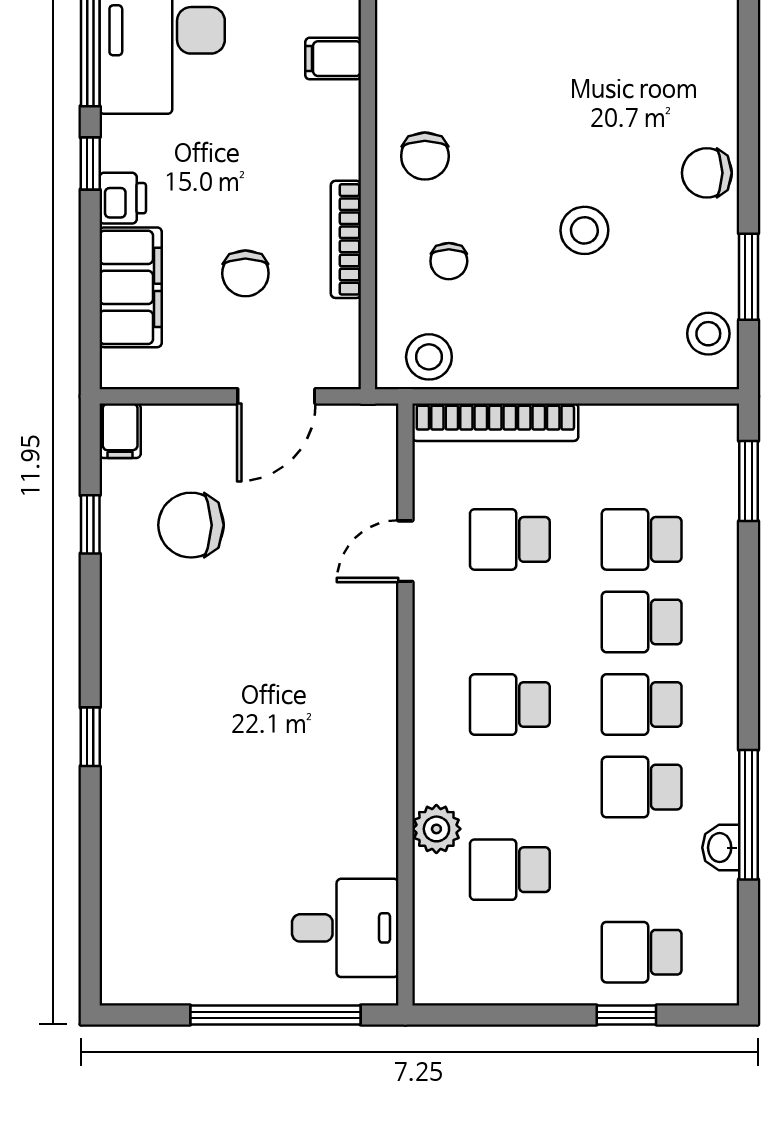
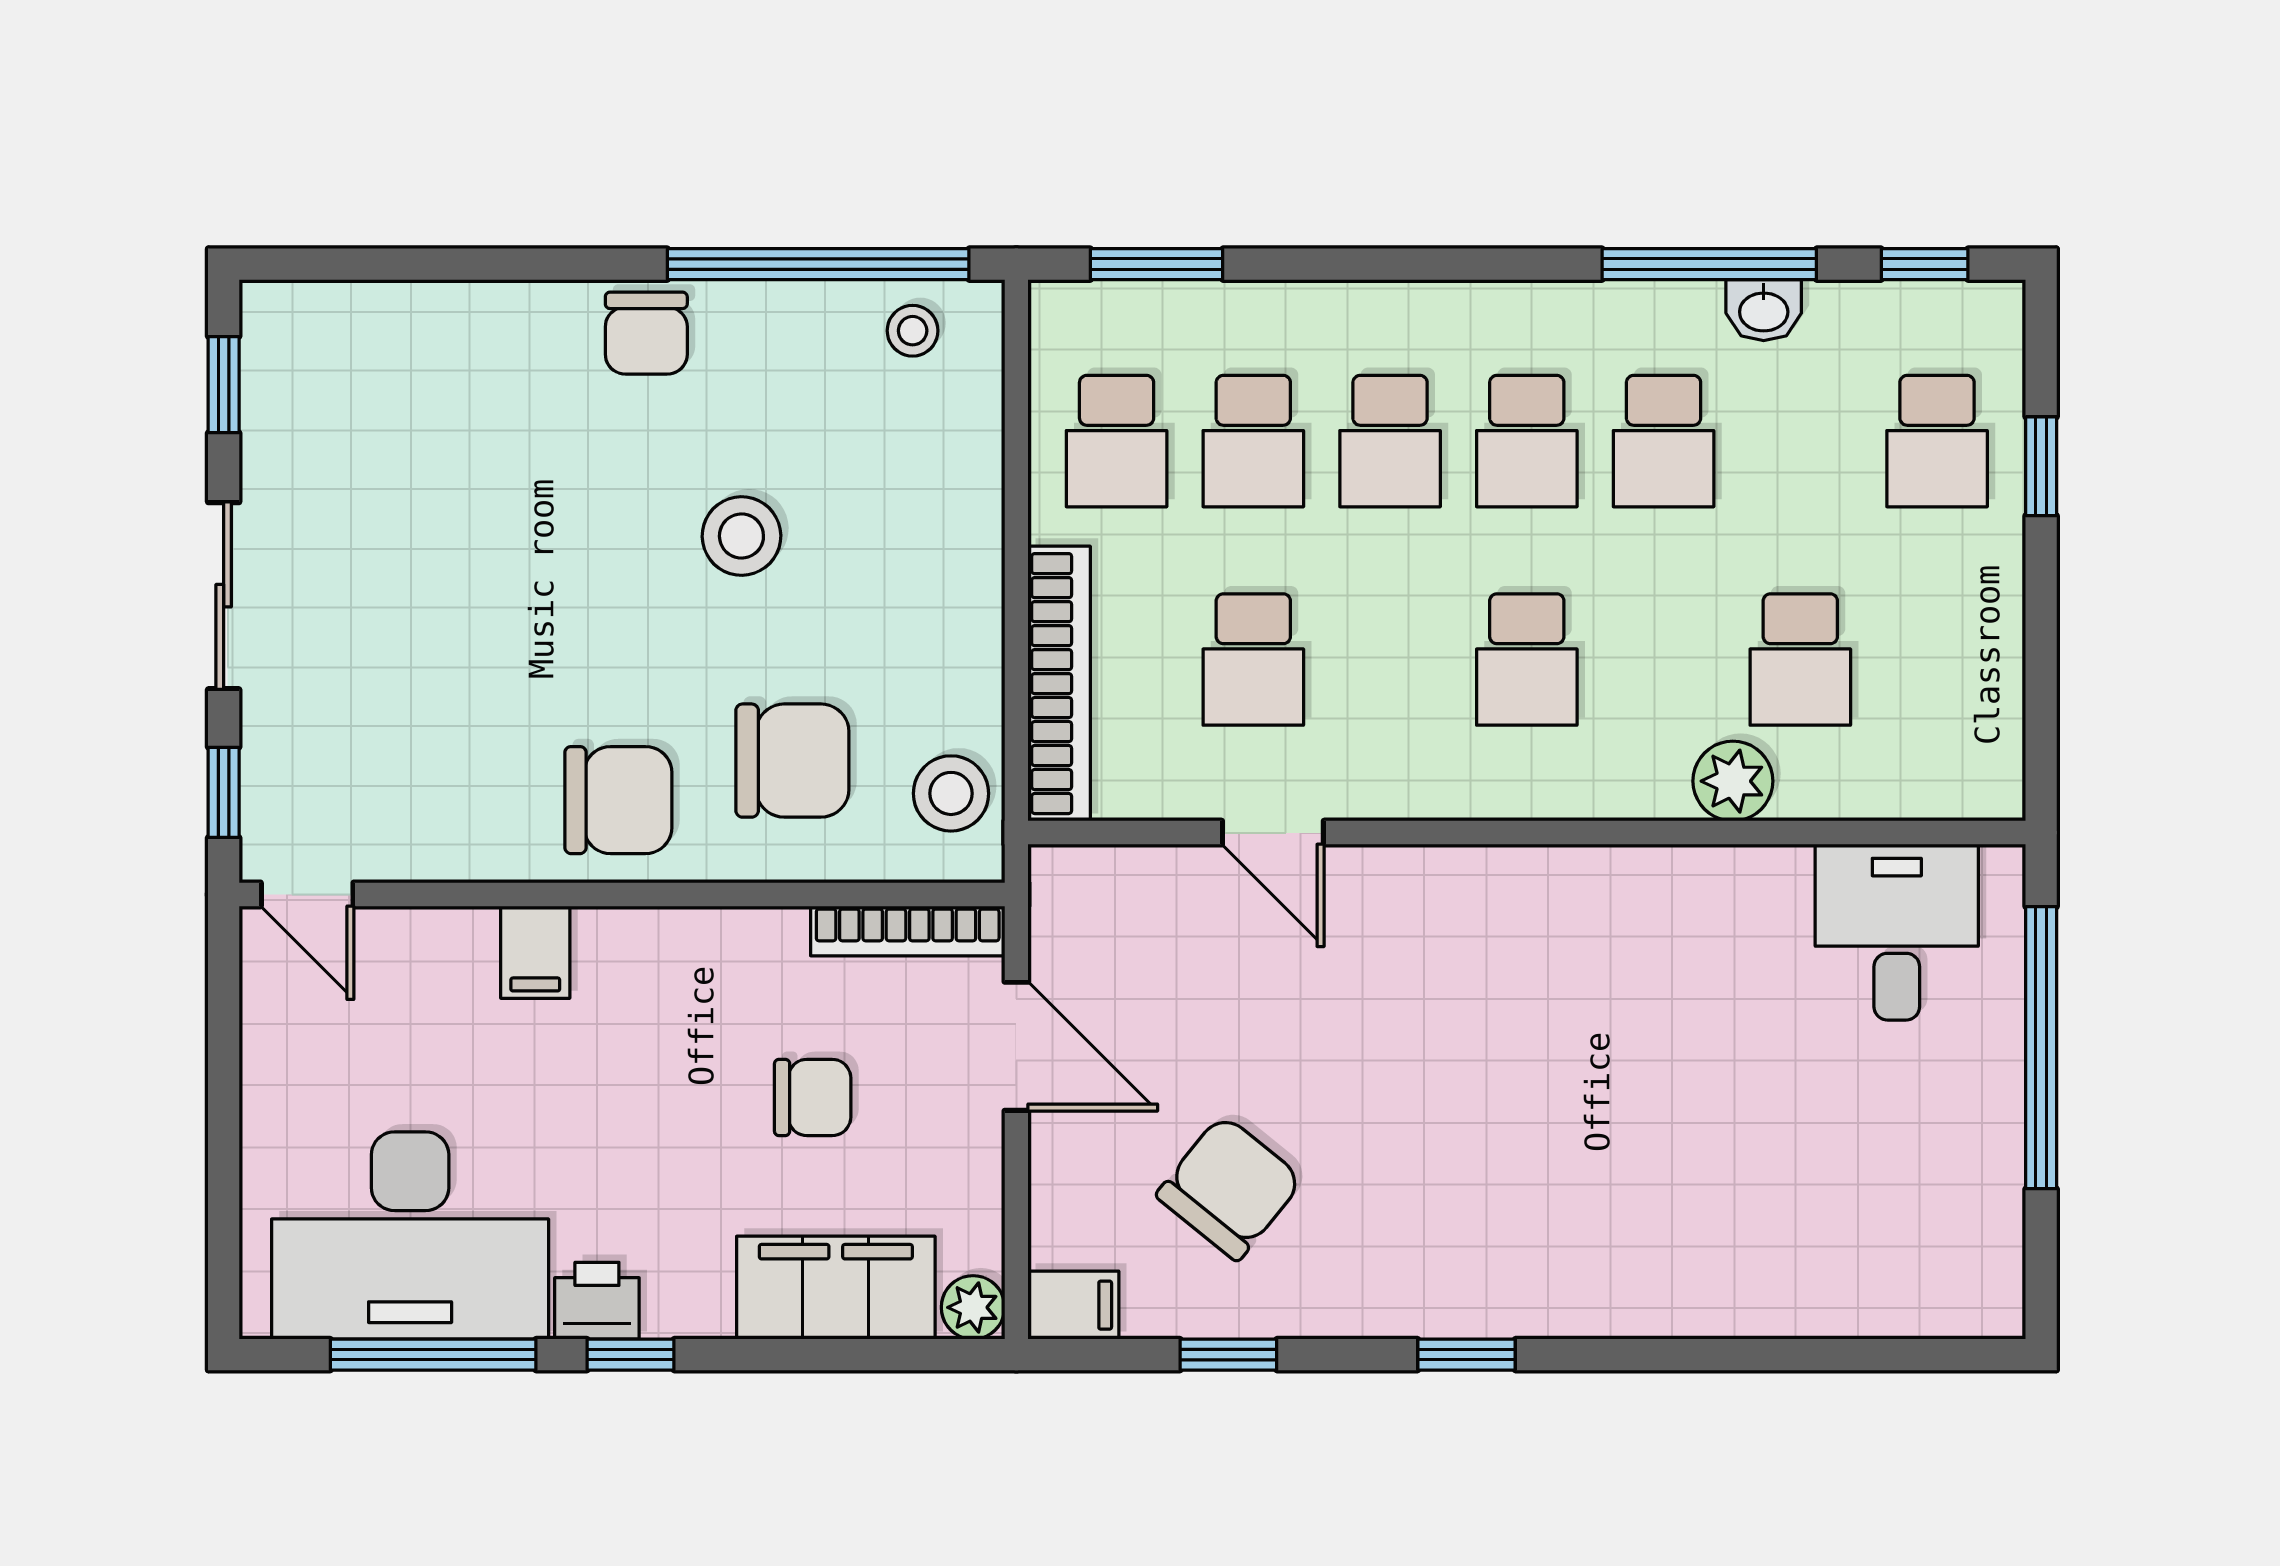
filing cabinet: (333, 59) -> (535, 952), moved
chair: (425, 156) -> (618, 800), width x1.37, depth x1.37
printer: (123, 198) -> (597, 1301), moved
bookcase: (346, 239) -> (908, 931), moved
chair: (449, 261) -> (792, 761), width x1.87, depth x1.87
window: (749, 277) -> (818, 264), width x2.11
stool: (708, 334) -> (913, 331), width x0.73, depth x0.73
plant: (119, 370) -> (973, 1307), added
school desk: (642, 457) -> (1117, 441), added
chair: (191, 525) -> (1230, 1188), turned -141
window: (90, 737) -> (1467, 1355), moved
window: (749, 945) -> (1925, 264), added

